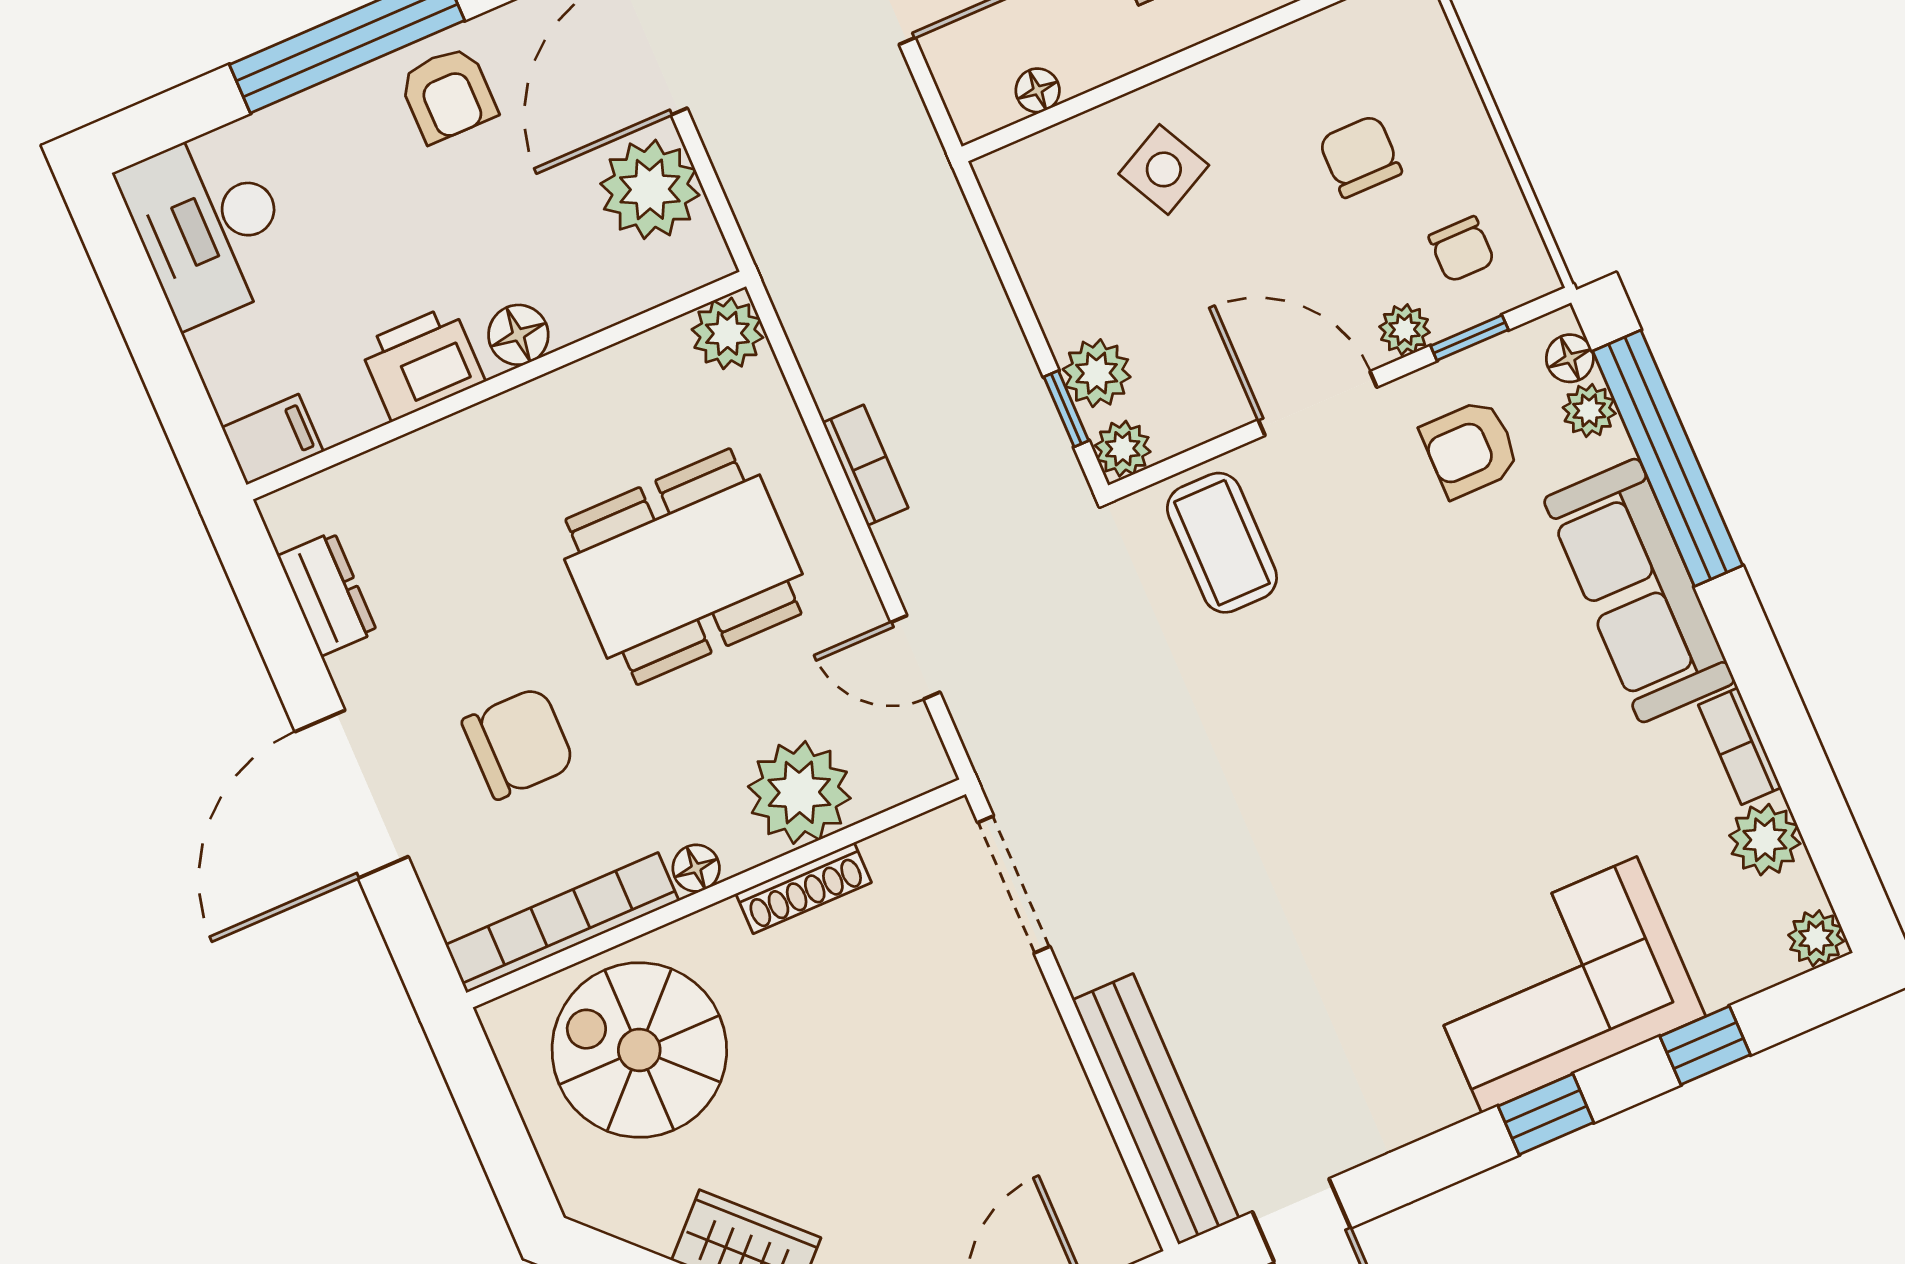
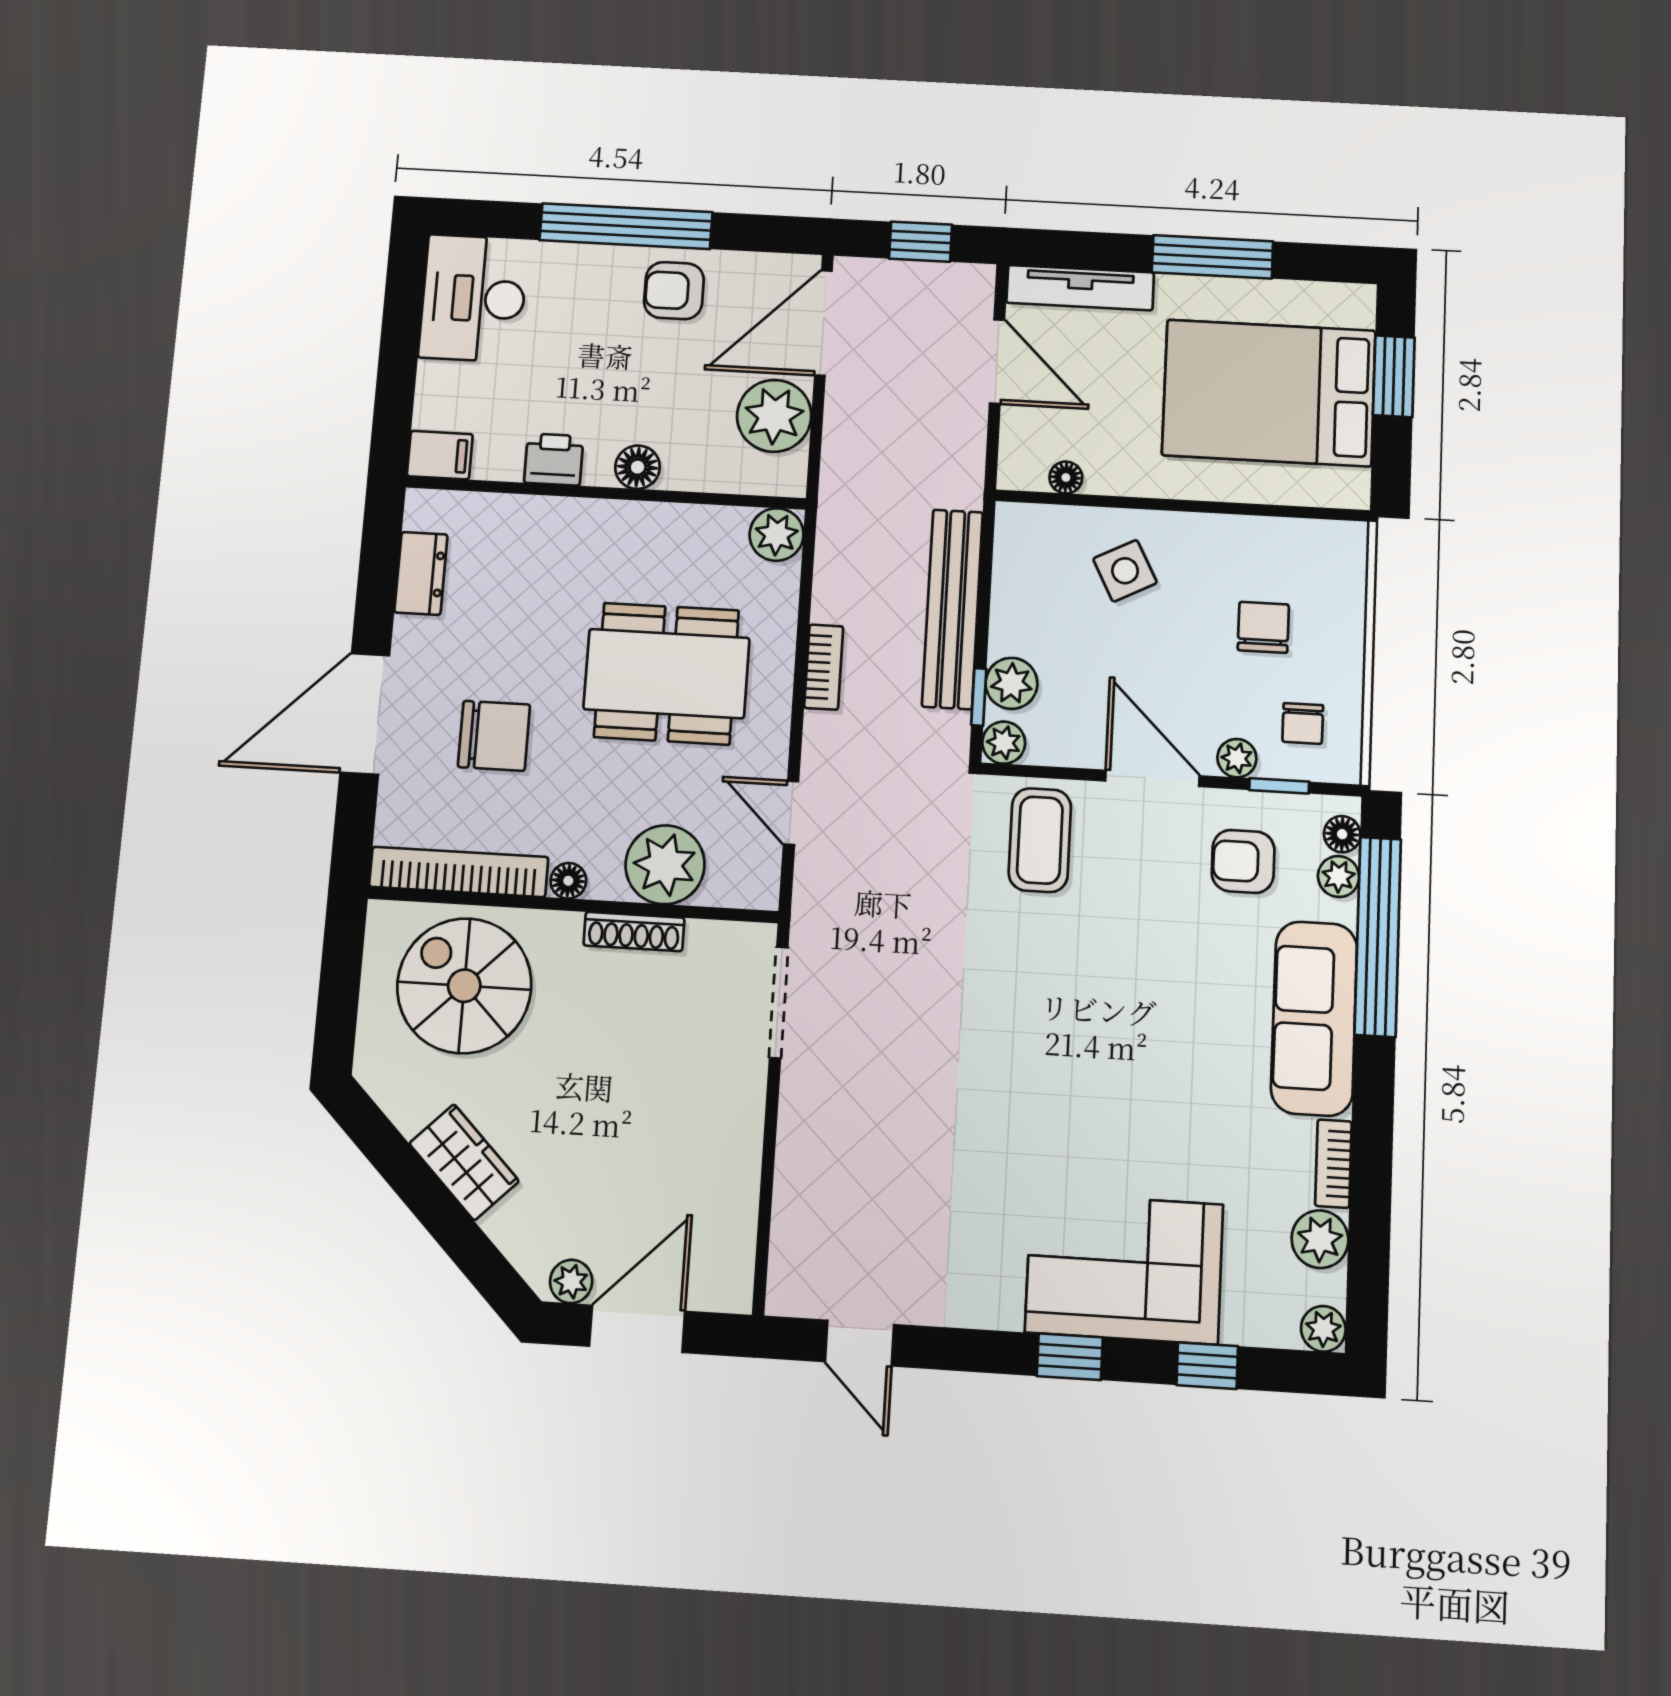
armchair: (448, 94) -> (674, 291), turned 90
printer: (422, 363) -> (554, 459), width x0.73, depth x0.81
bench: (1156, 1109) -> (953, 609), moved

